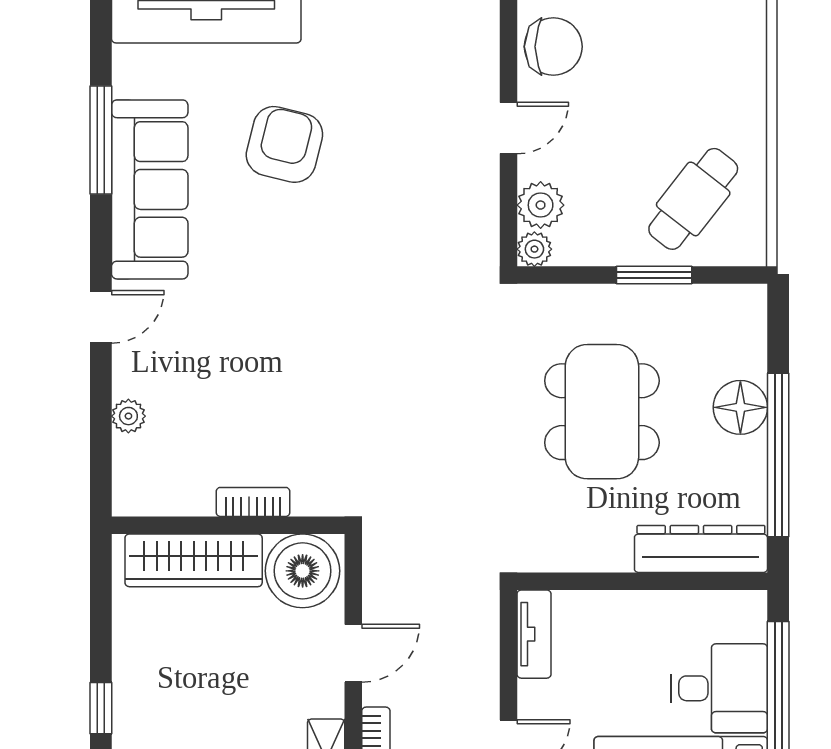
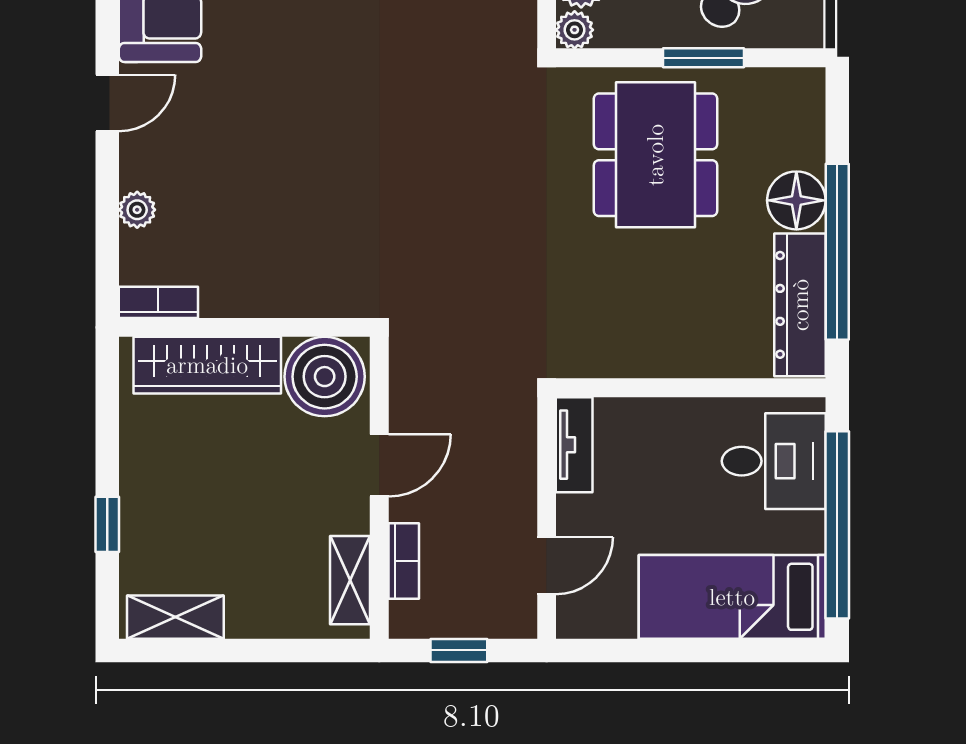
dining table: (602, 412) -> (655, 155), moved
bookcase: (253, 502) -> (158, 302), moved
dresser: (701, 549) -> (800, 305), moved, turned -90
desk: (719, 688) -> (774, 461), moved

